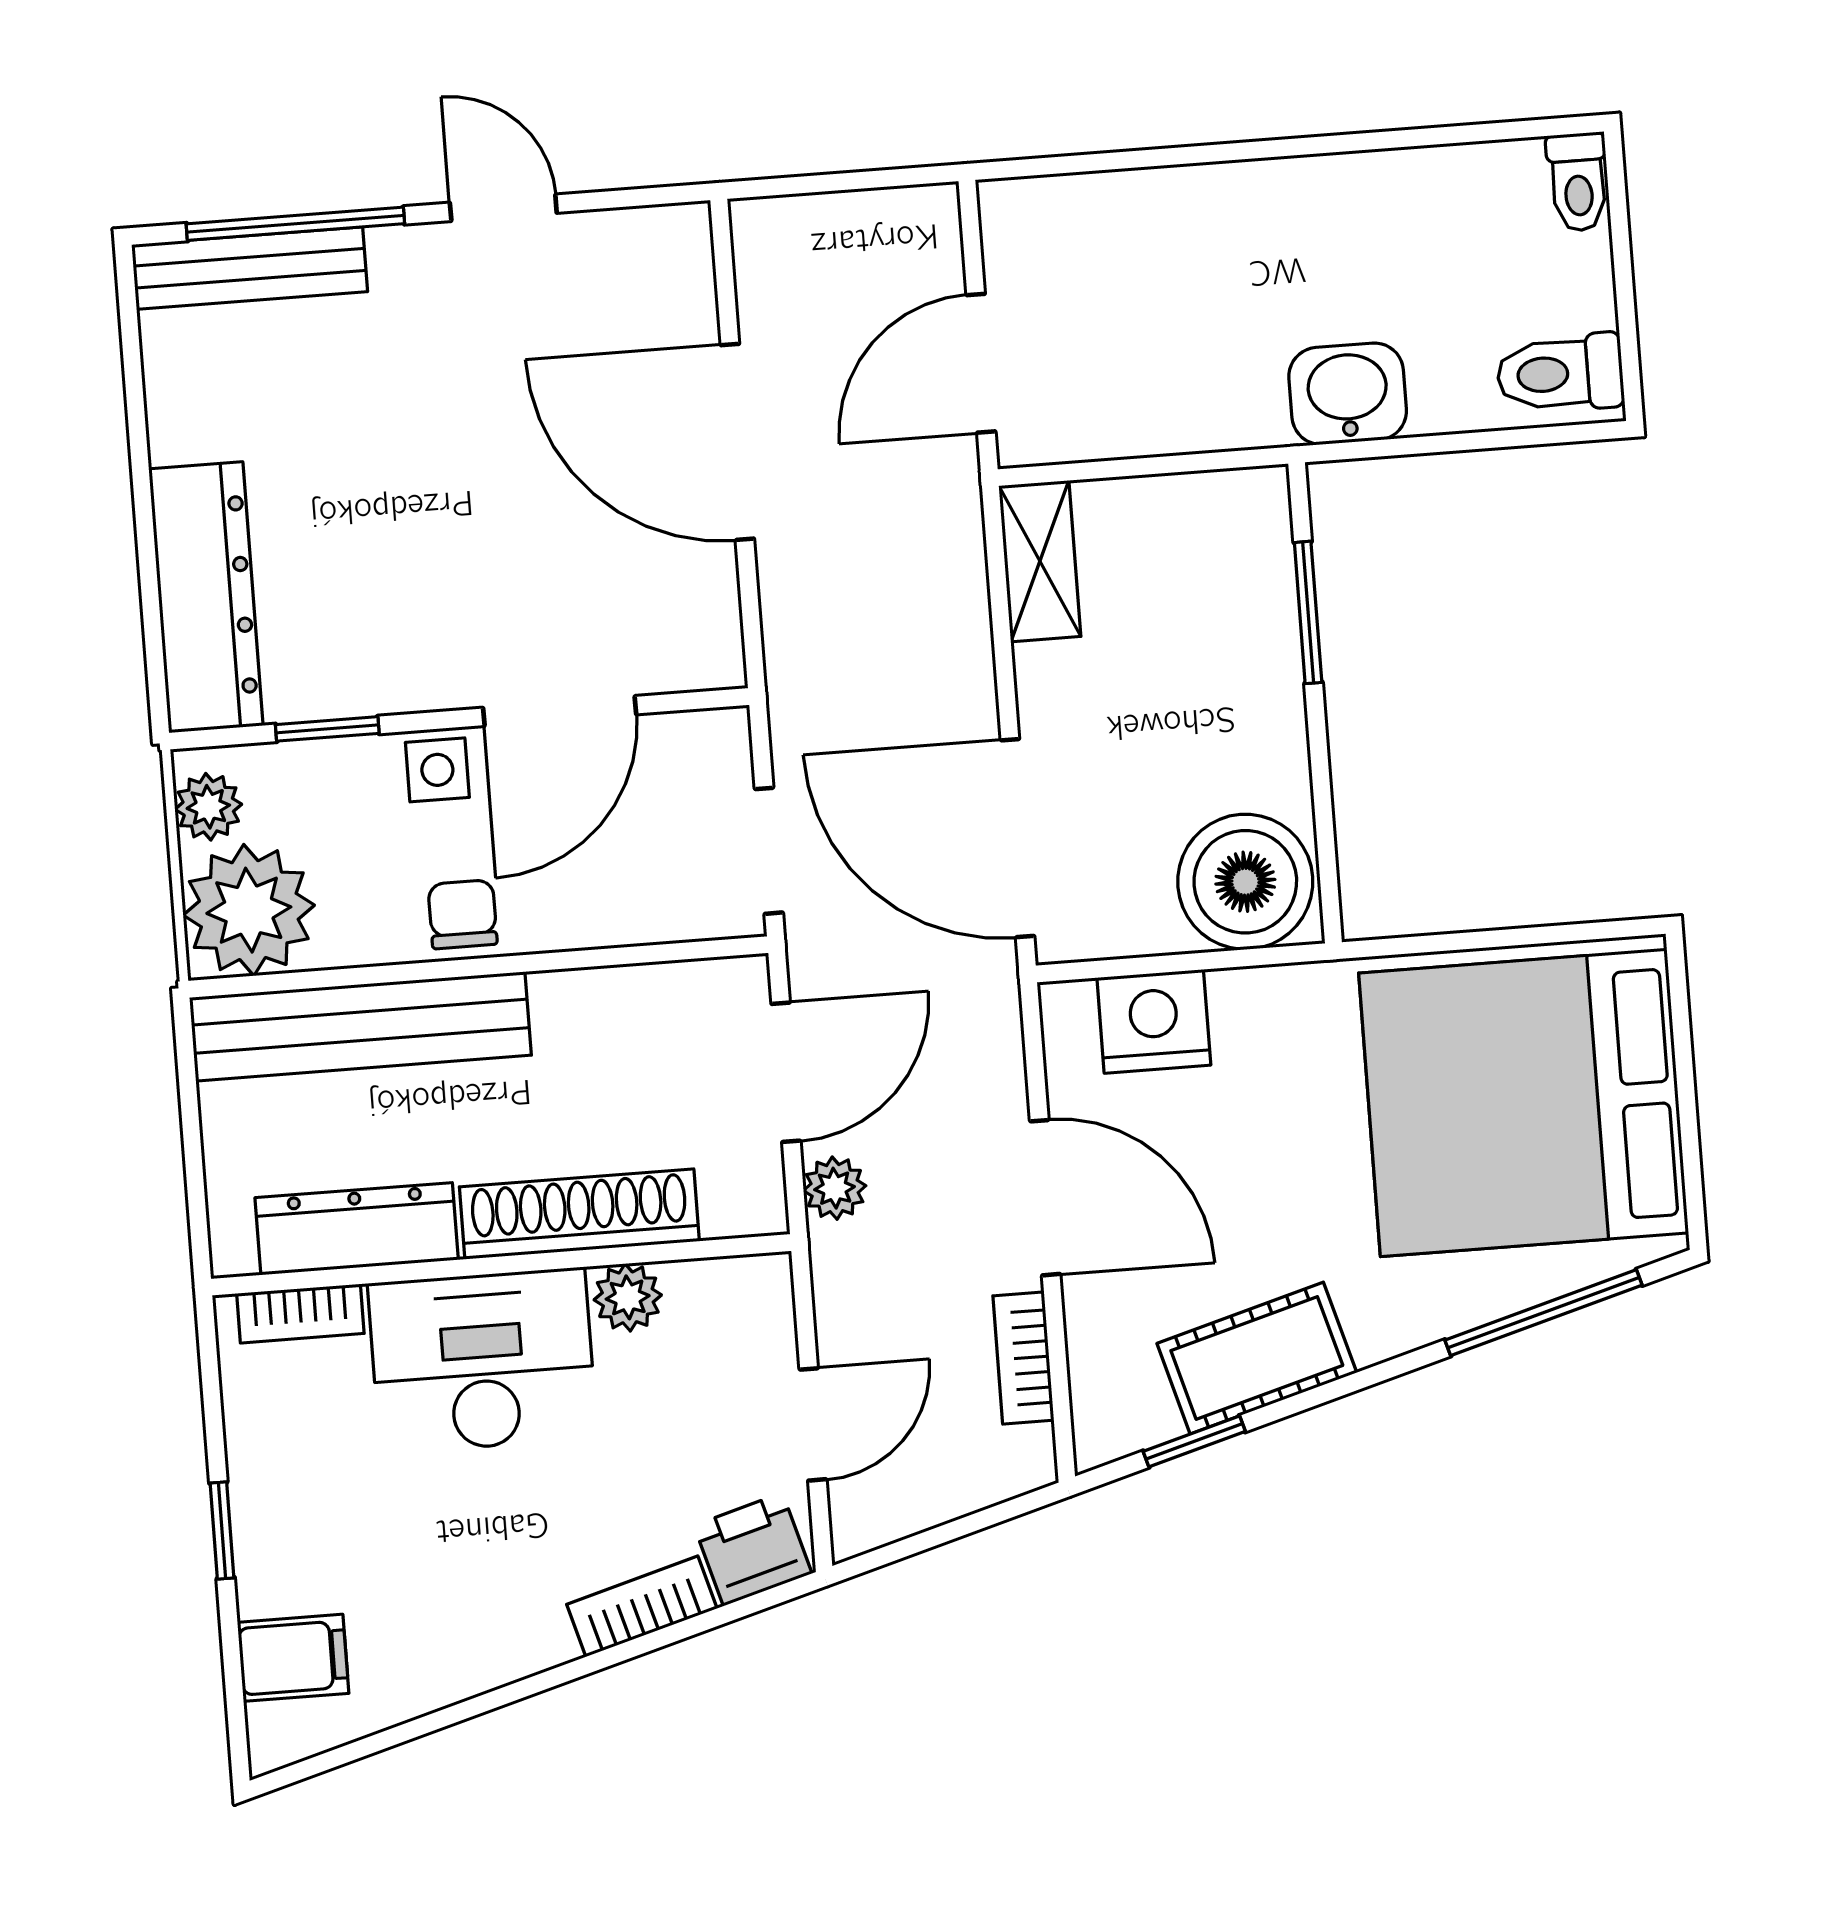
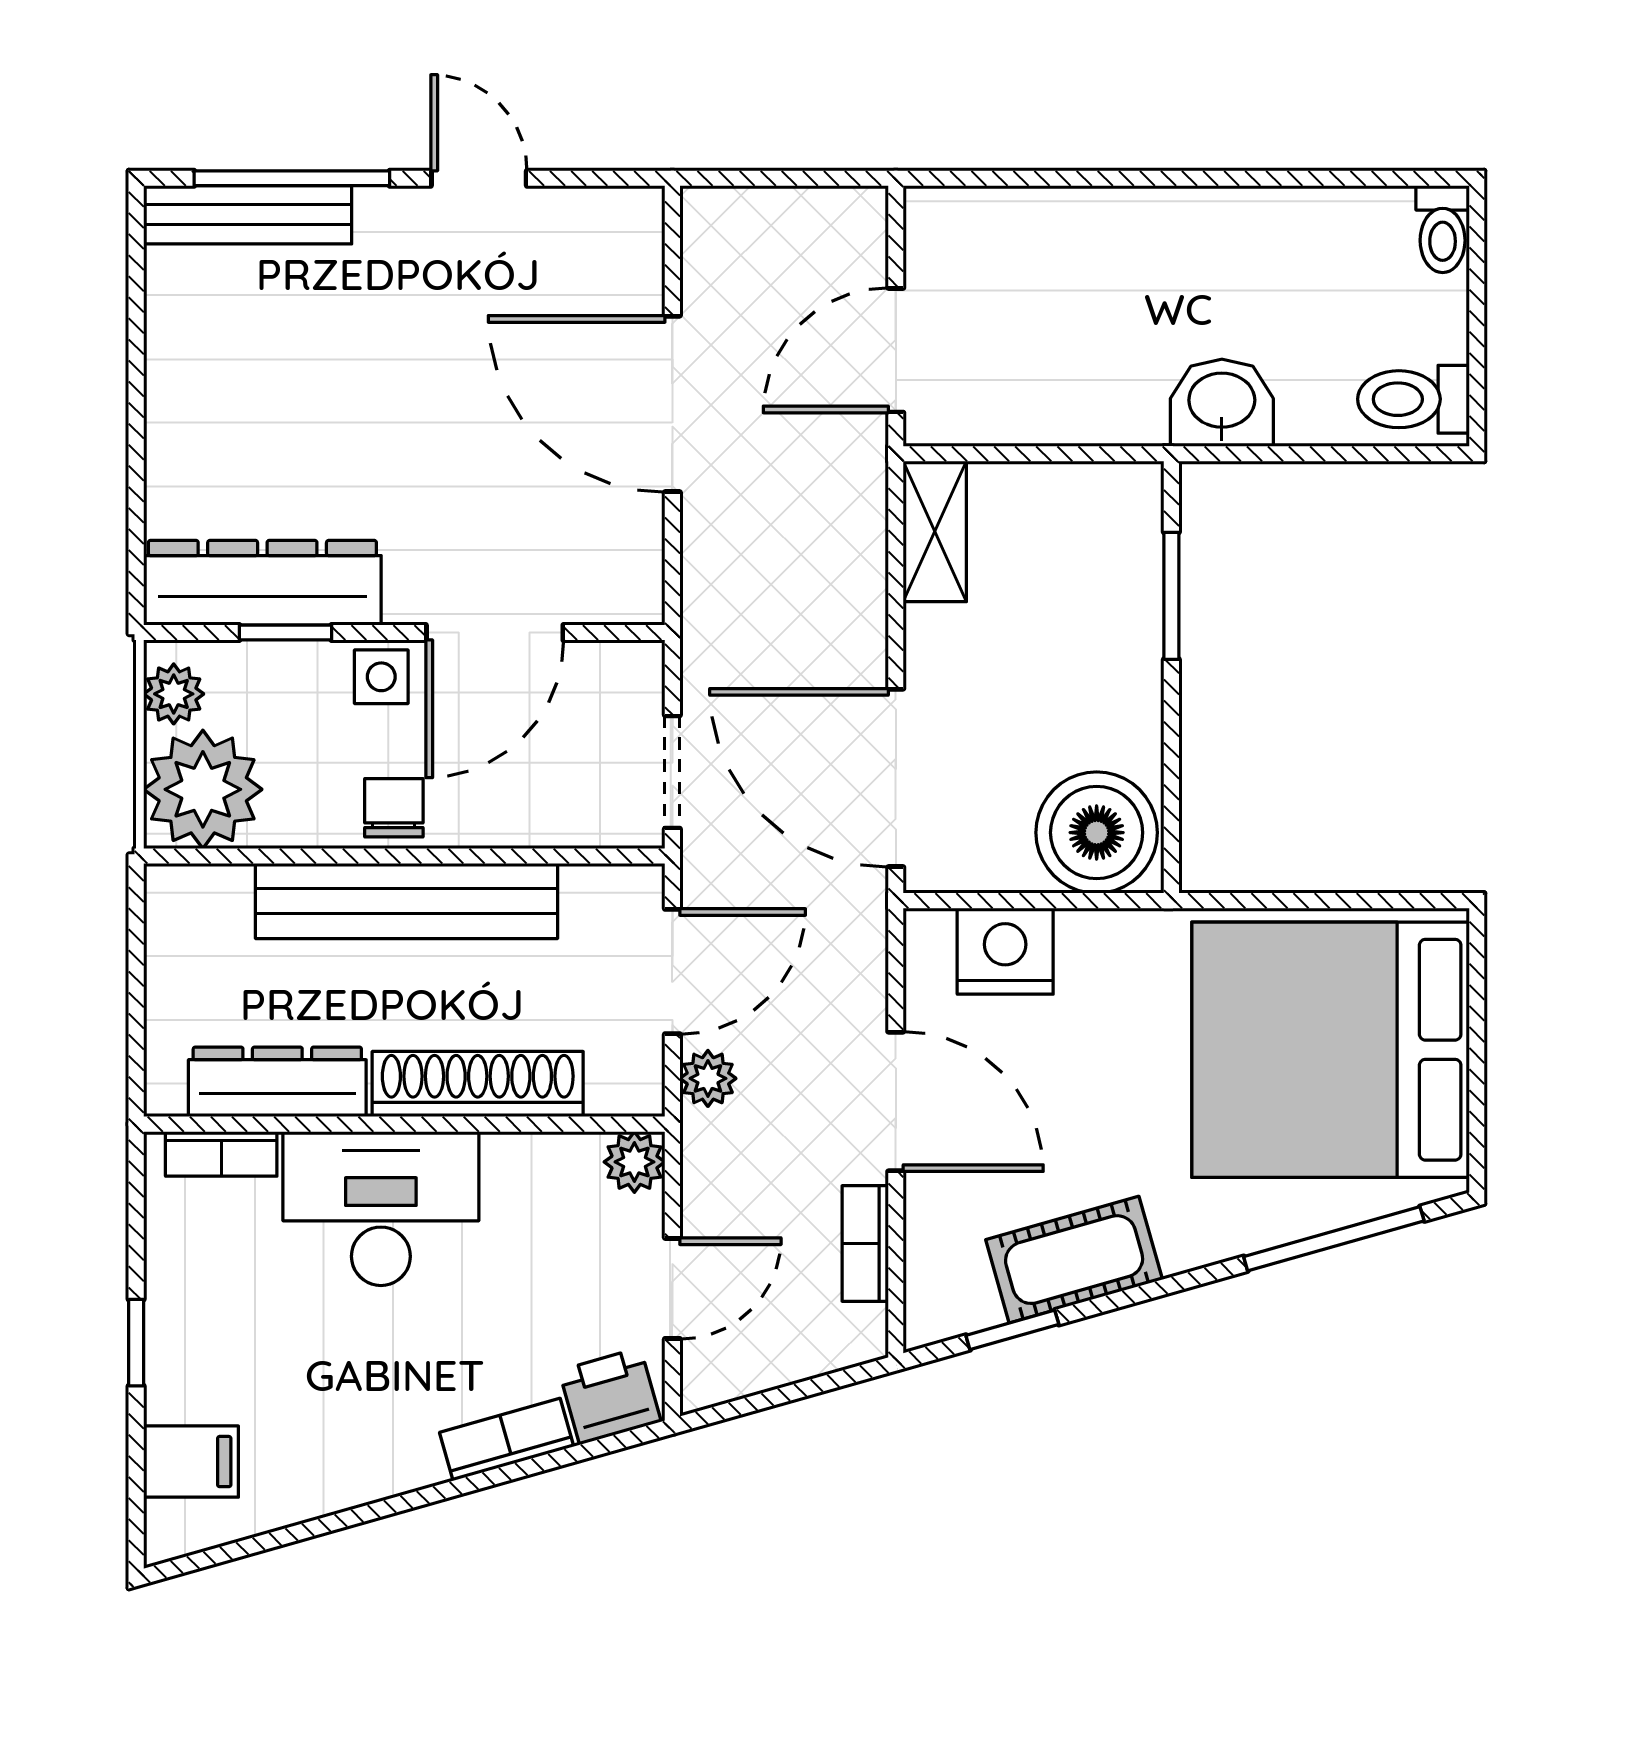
dresser: (206, 597) -> (262, 583), moved, turned -90
bench: (360, 1026) -> (407, 901), moved
plant: (628, 1297) -> (634, 1162), moved

